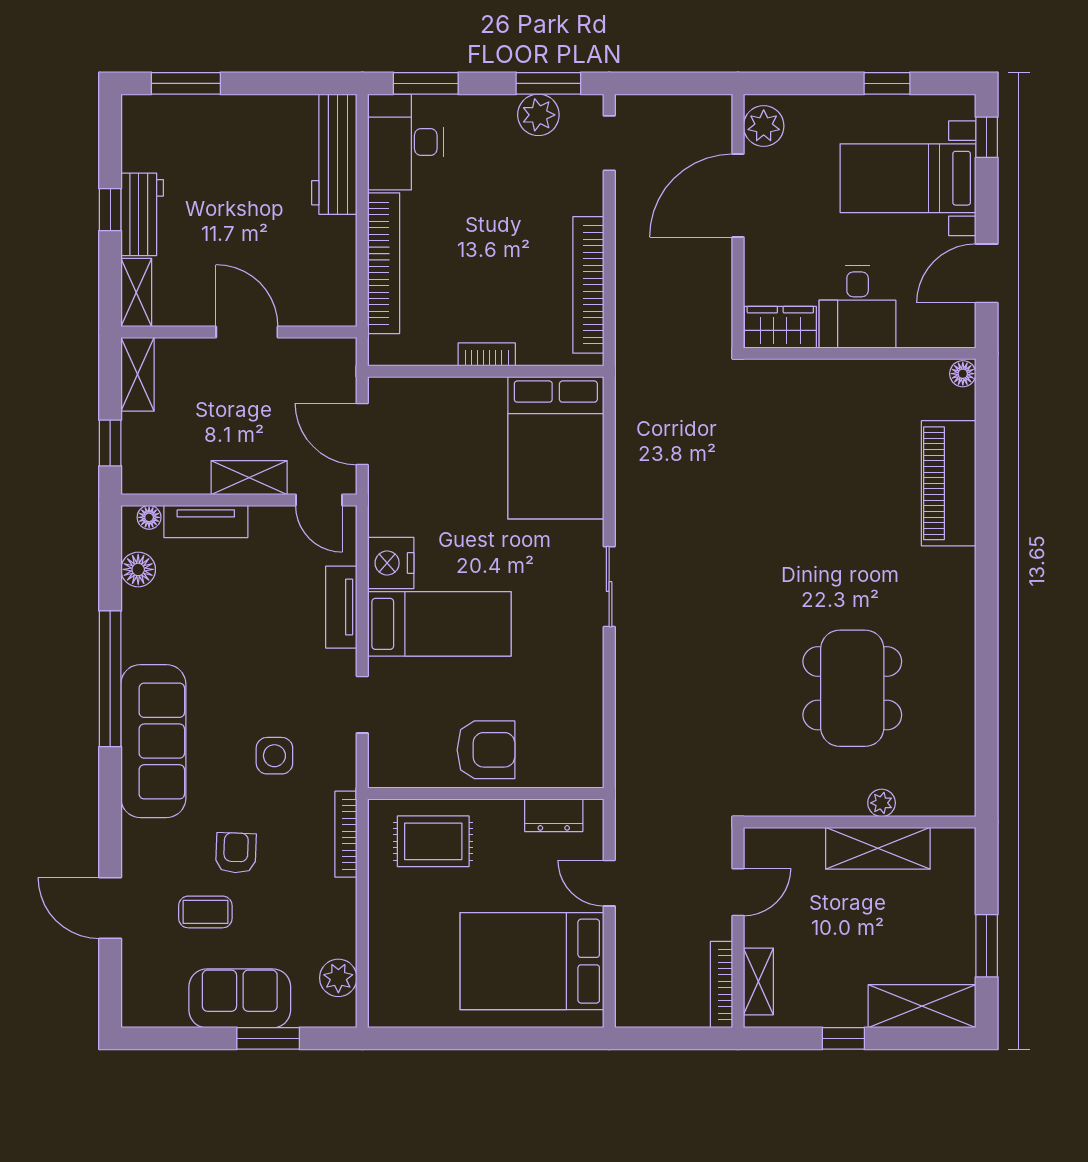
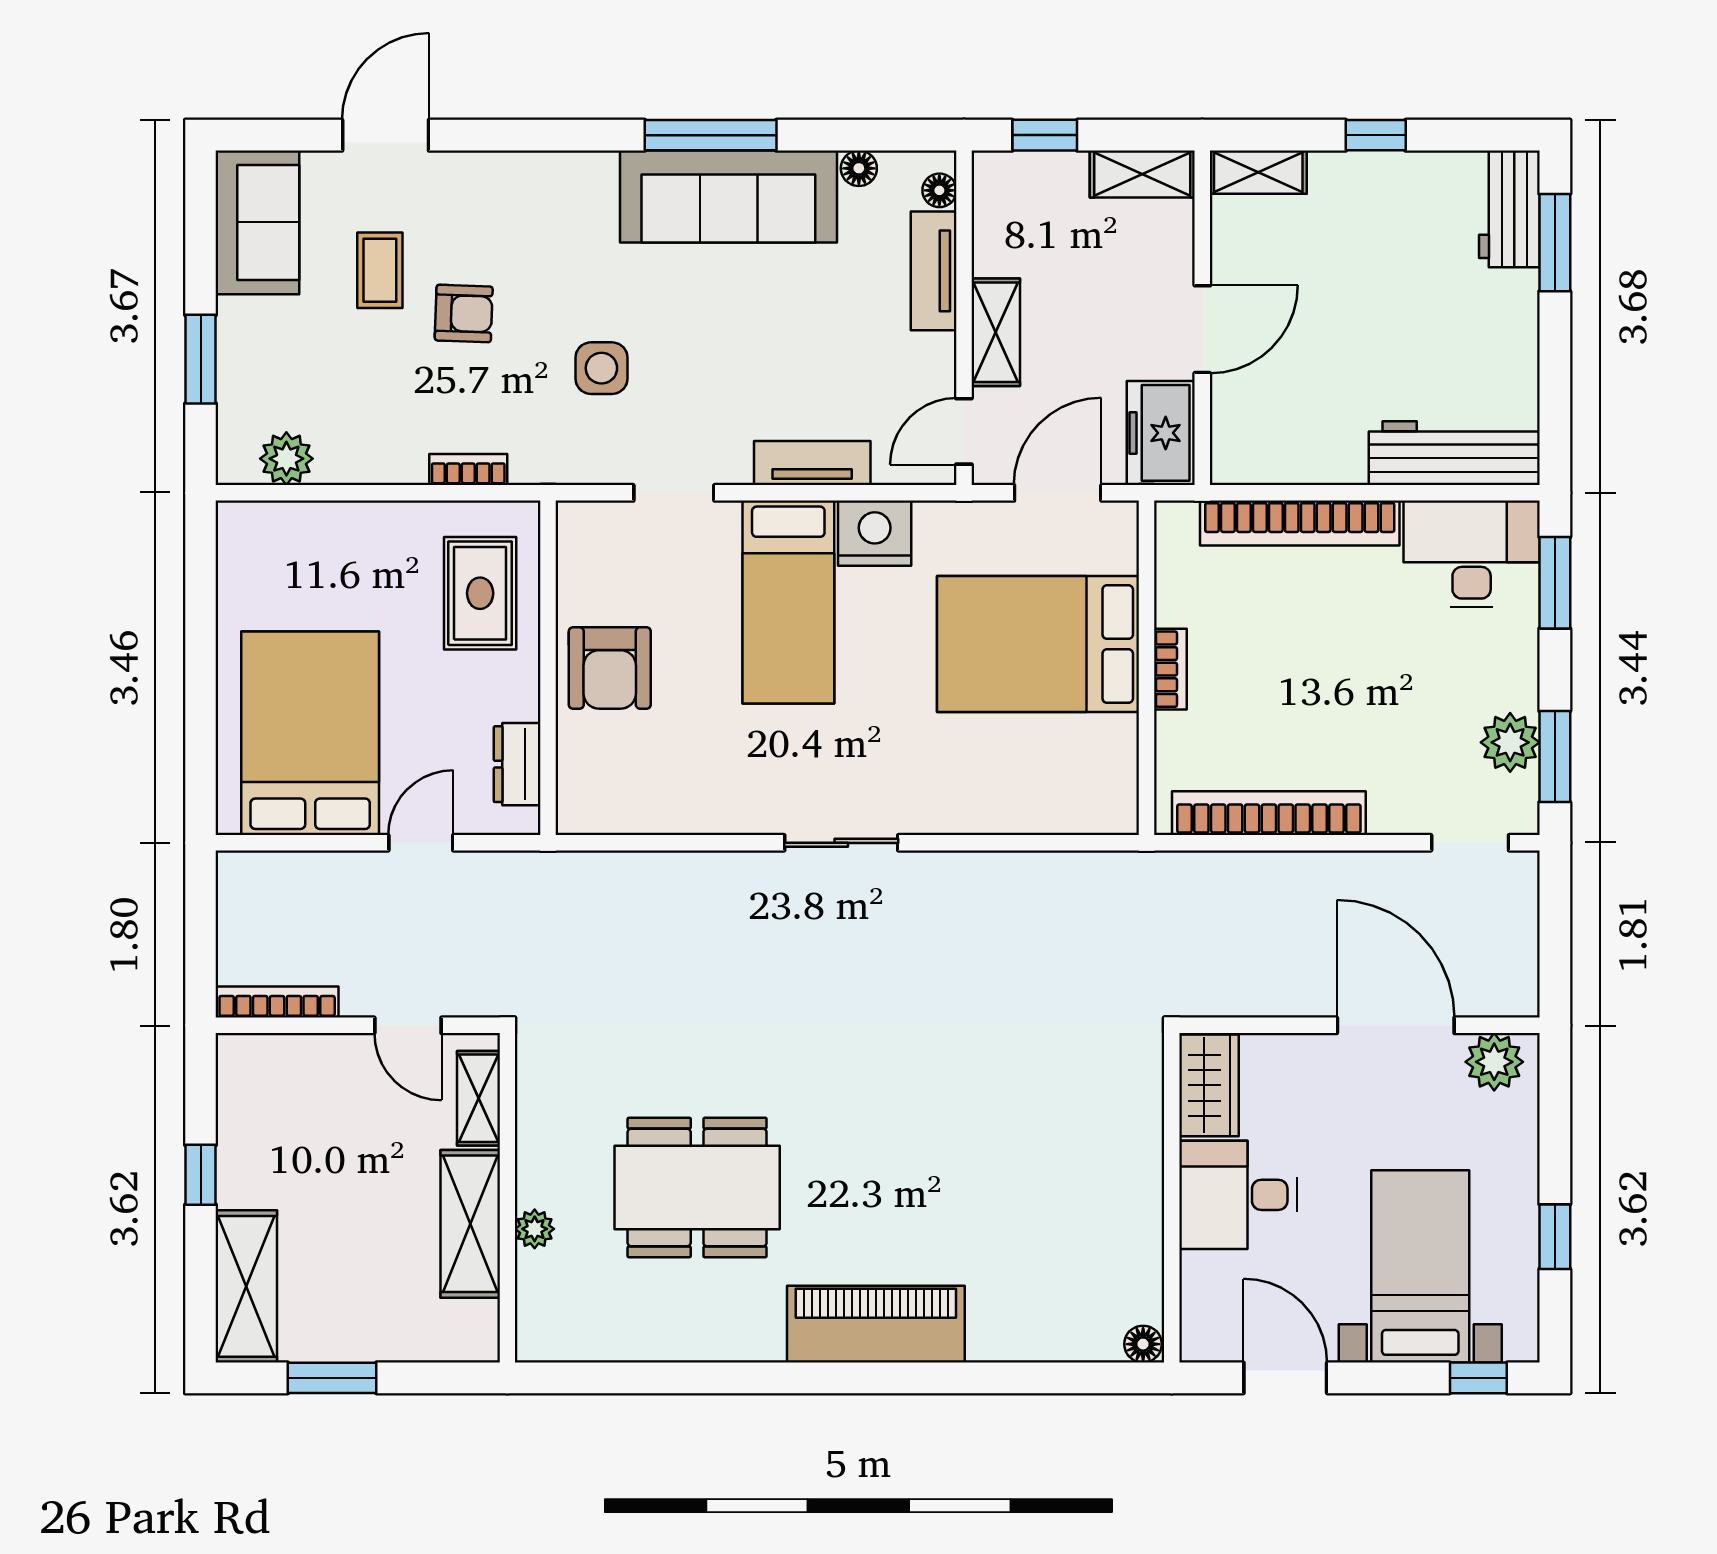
workbench: (142, 214) -> (1509, 209), moved, turned 90
freezer: (320, 361) -> (1161, 433), added
bed: (556, 448) -> (1038, 644), moved
piano: (949, 483) -> (876, 1324), moved
floor lamp: (138, 569) -> (859, 168), width x0.73, depth x0.73
window: (110, 679) -> (711, 135), width x0.68
sofa: (153, 741) -> (728, 196), moved
bookcase: (346, 834) -> (468, 470), width x0.64
shelving: (758, 981) -> (478, 1098), moved, turned 90
sofa: (240, 998) -> (257, 222), moved

